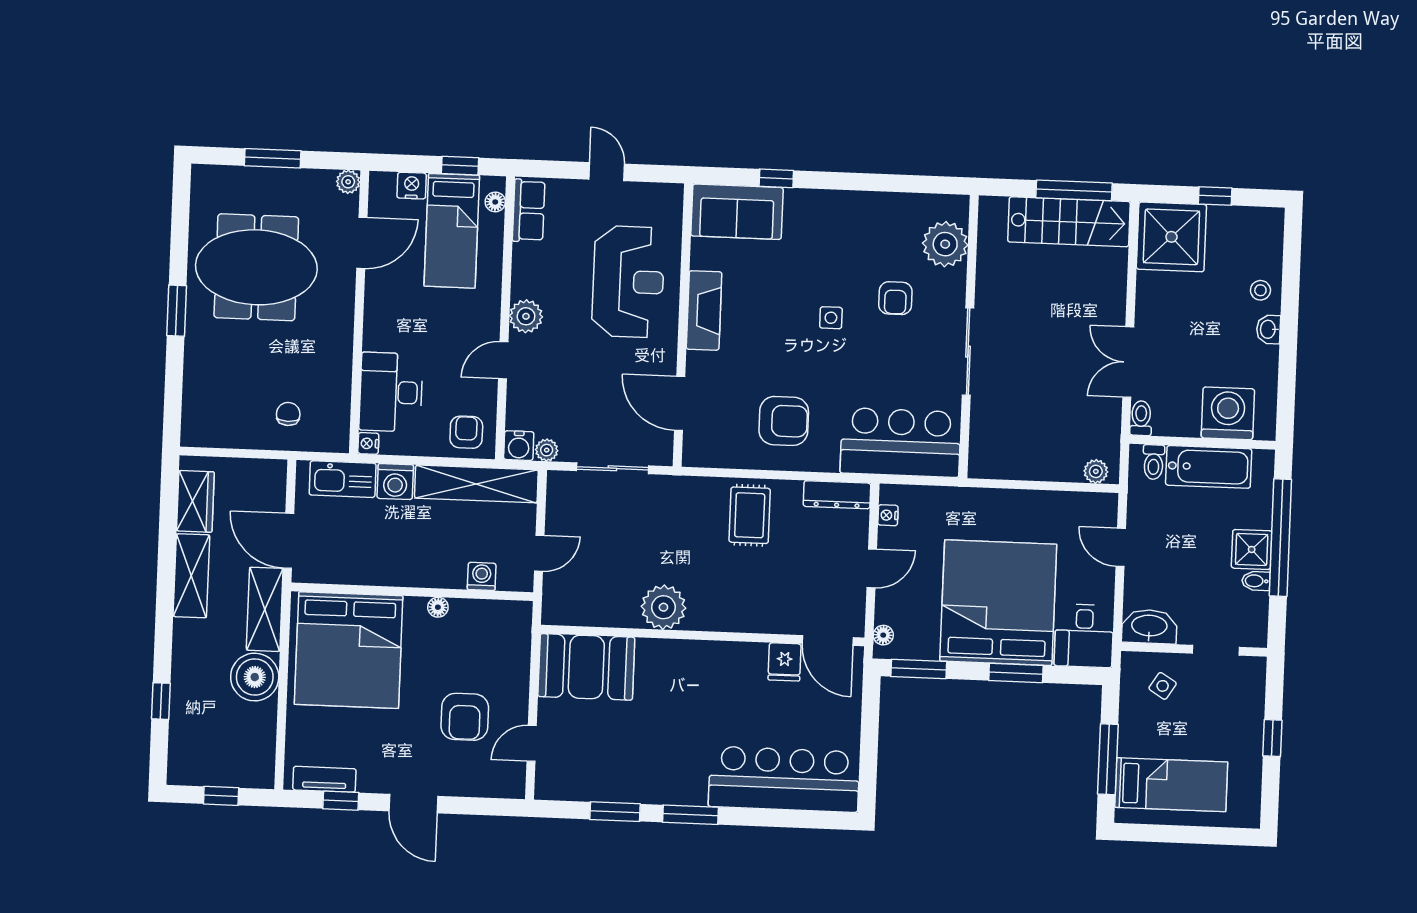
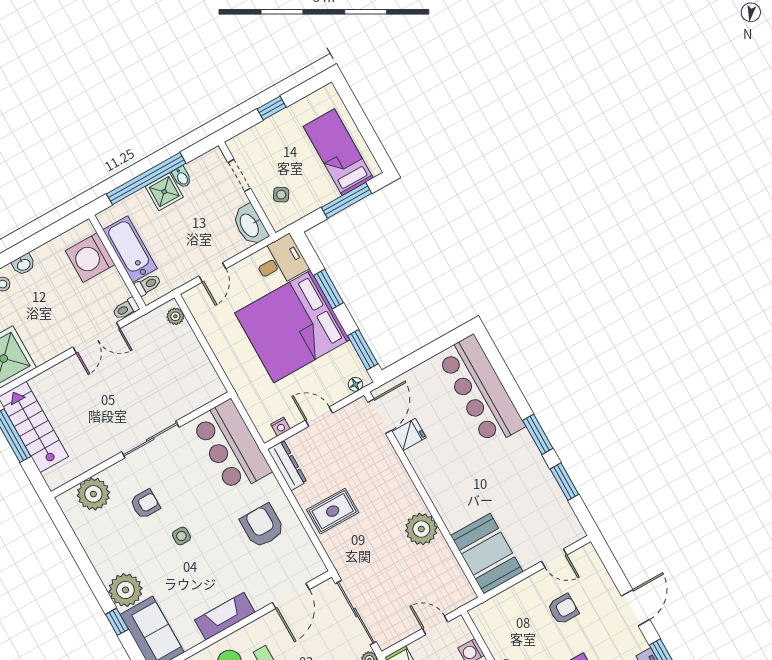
plant: (808, 212) -> (125, 590), added
sliding door: (612, 468) -> (356, 613), width x1.37
armchair: (465, 717) -> (563, 609), width x0.72, depth x0.72

